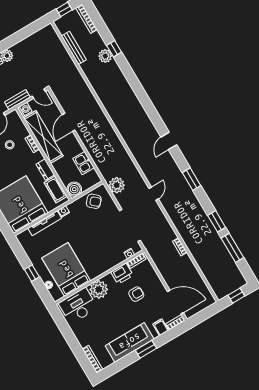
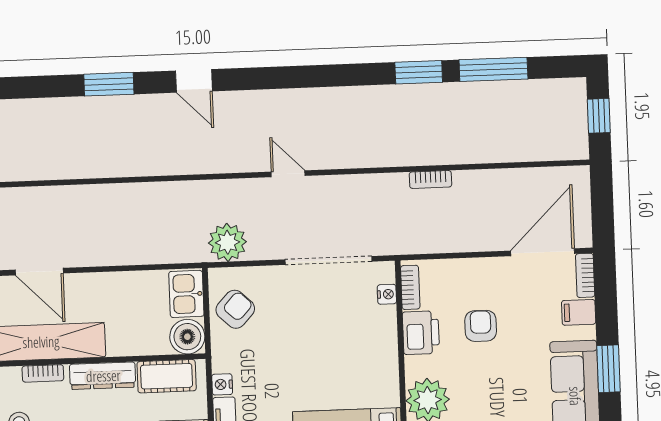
kitchen sink: (83, 163) -> (186, 294), moved, turned 90
dresser: (45, 170) -> (103, 376), width x1.44
window: (192, 179) -> (109, 84), moved

